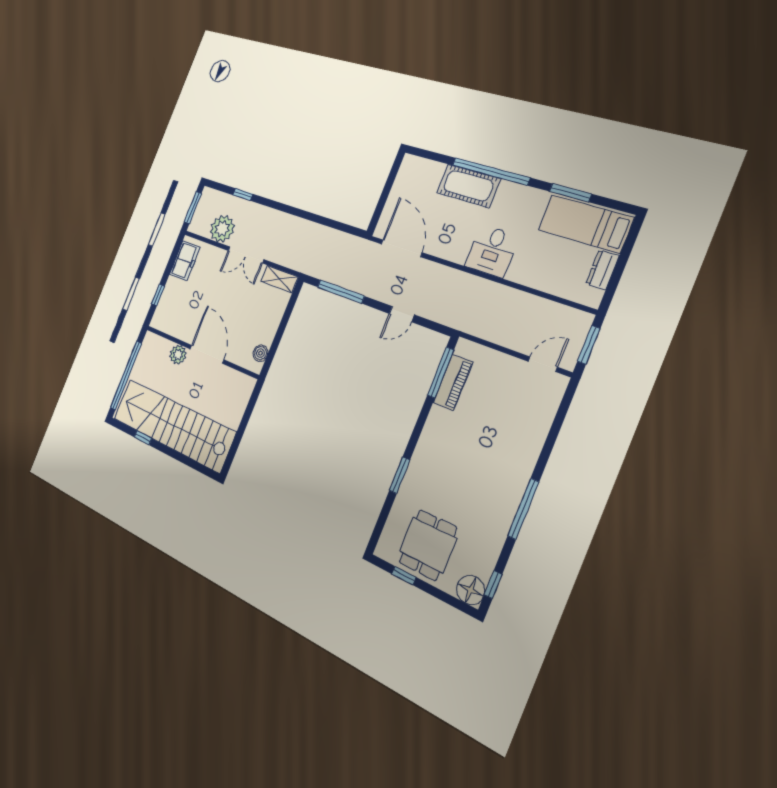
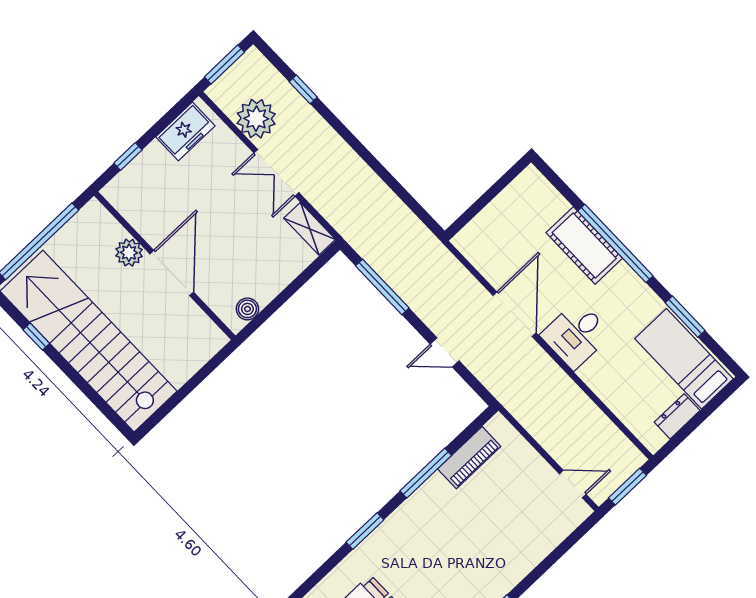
door: (402, 248) -> (514, 314), moved
window: (441, 373) -> (426, 473), moved

